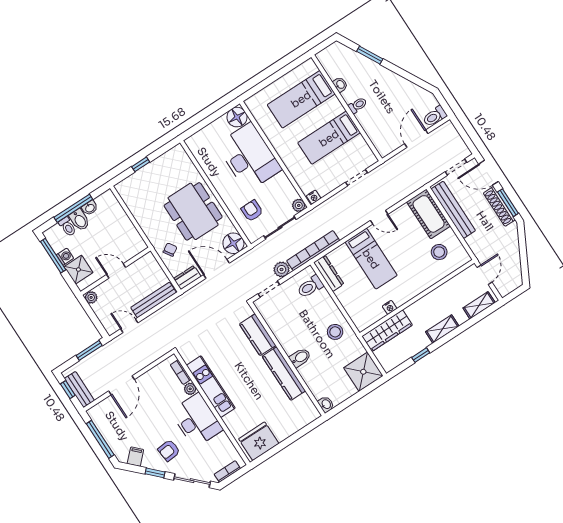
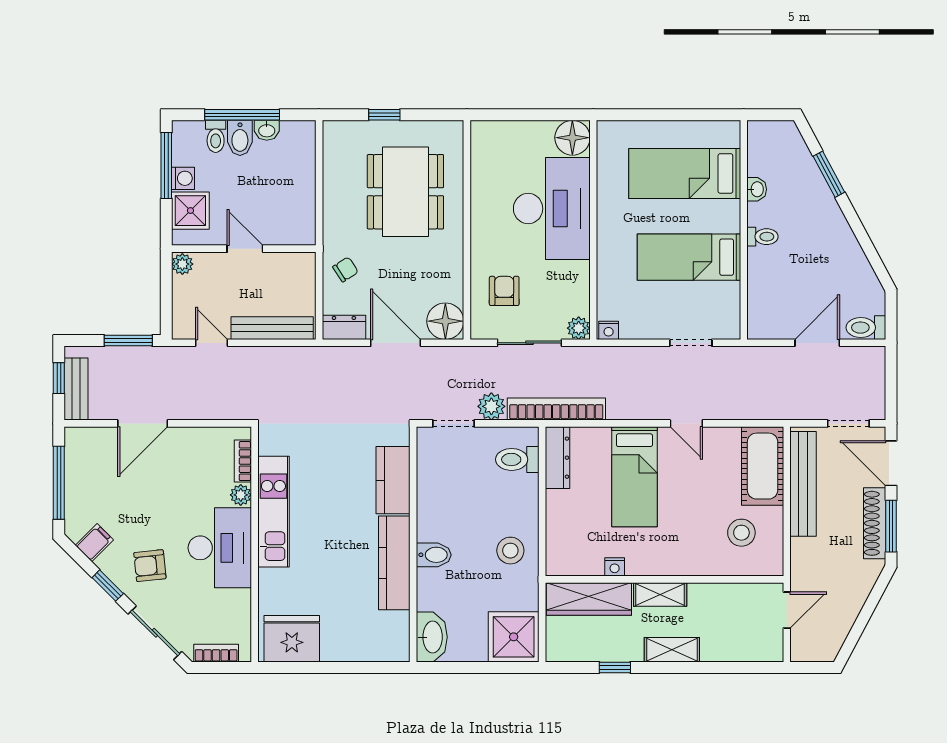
dining table: (193, 211) -> (405, 192), moved
shelving: (479, 305) -> (660, 594), moved
washbasin: (326, 404) -> (432, 637), width x1.91, depth x1.45

